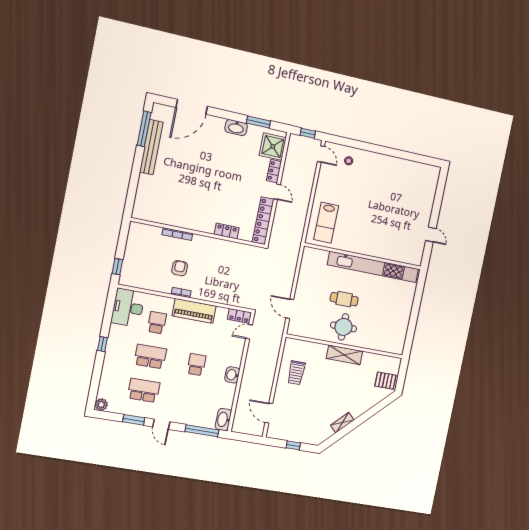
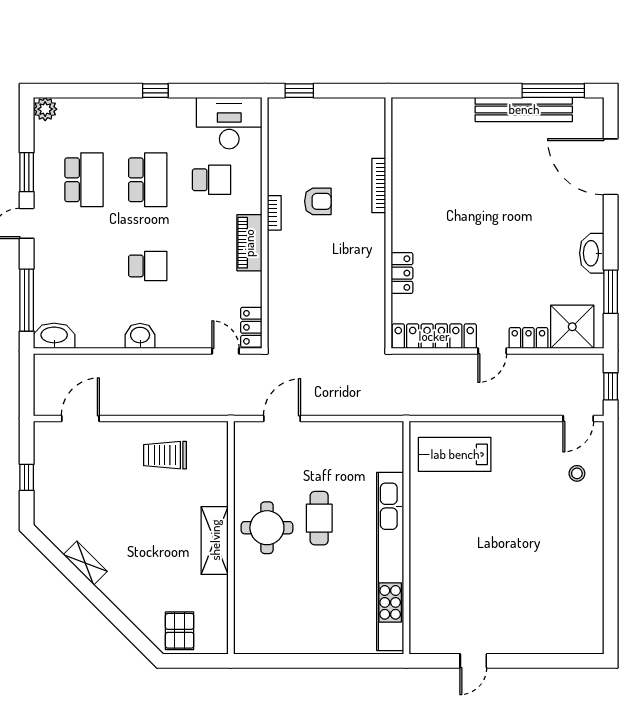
piano: (194, 311) -> (249, 243), width x0.73, depth x0.75

